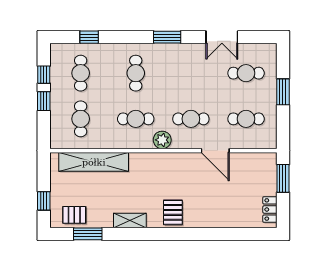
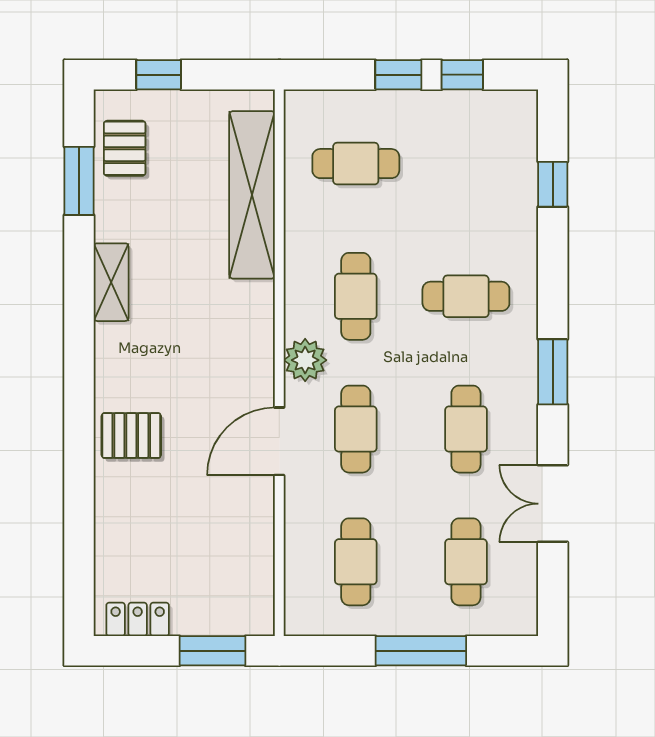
cafe table: (81, 73) -> (466, 429), moved, turned 90
window: (283, 92) -> (421, 651), width x1.44
door: (215, 151) -> (279, 441), moved
pallet: (173, 212) -> (131, 436), moved

